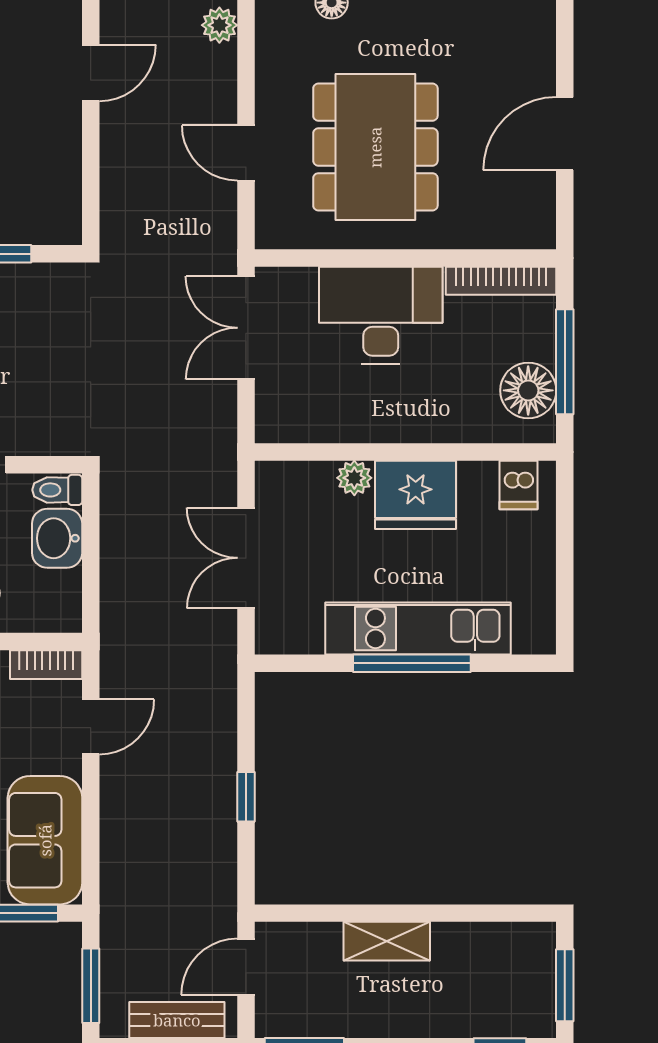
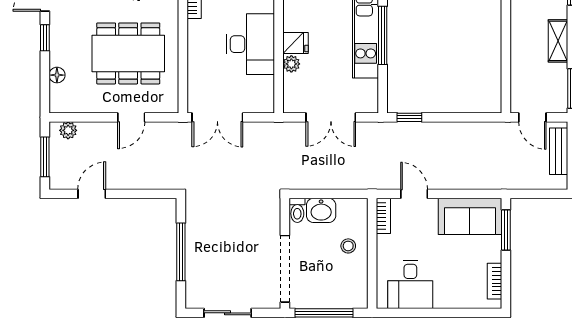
door: (91, 73) -> (92, 194), hinge flipped
desk: (381, 315) -> (250, 44), moved, turned 180
fridge: (416, 495) -> (295, 43), width x0.53, depth x0.75
window: (246, 797) -> (409, 117), moved
shelving: (387, 941) -> (558, 41), moved
window: (91, 986) -> (542, 194), removed

